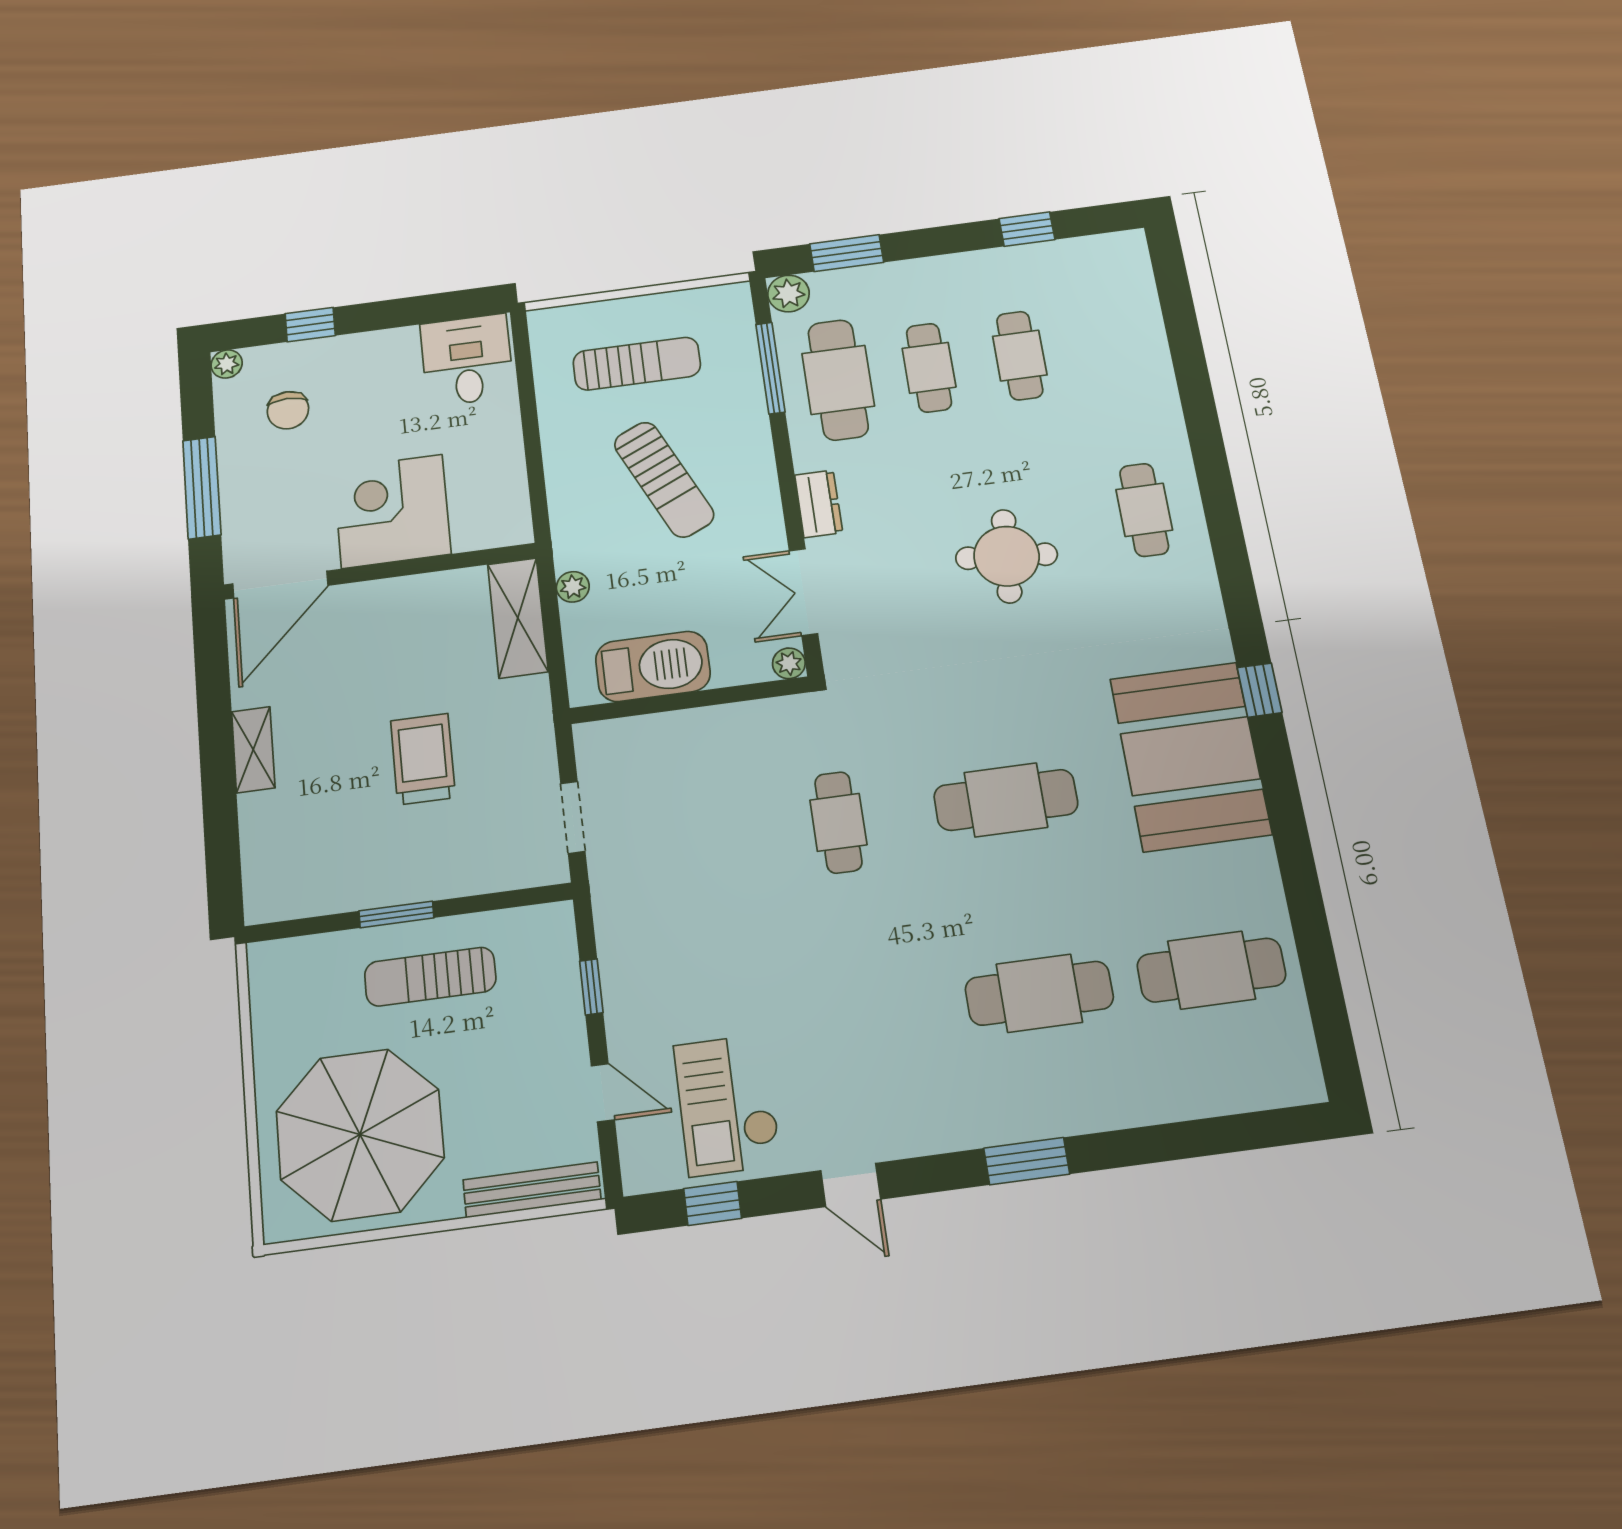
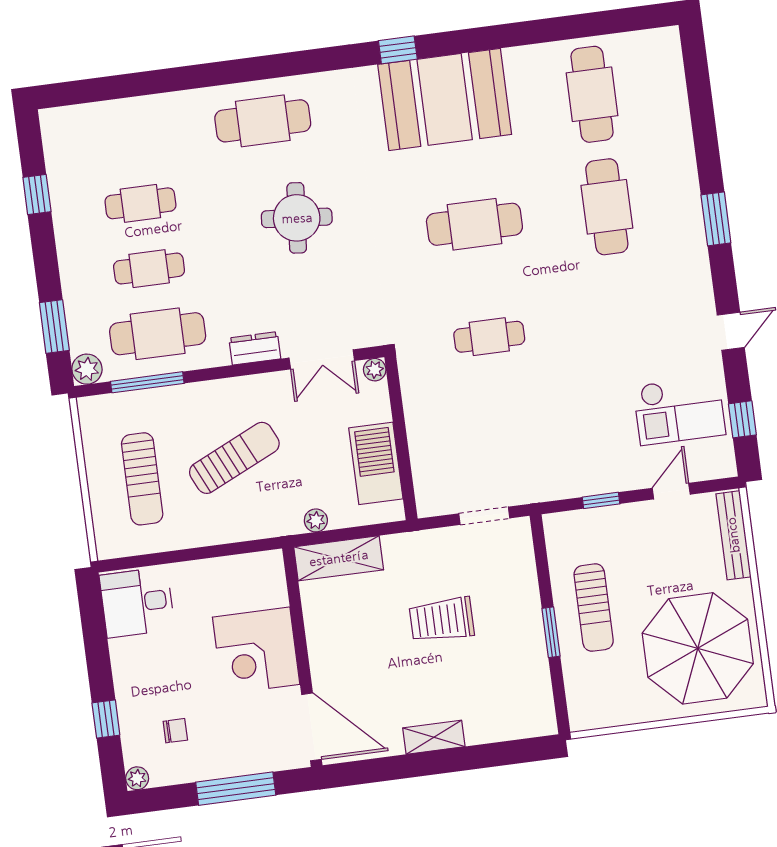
sun lounger: (637, 364) -> (142, 479), turned 180
chair: (288, 410) -> (175, 731), width x0.73, depth x0.73
cafe table: (1144, 510) -> (263, 121), width x1.37, depth x1.35
cafe table: (1006, 800) -> (474, 224), turned 90

